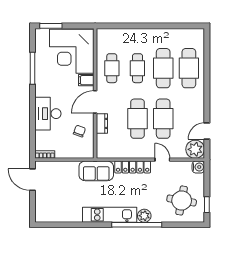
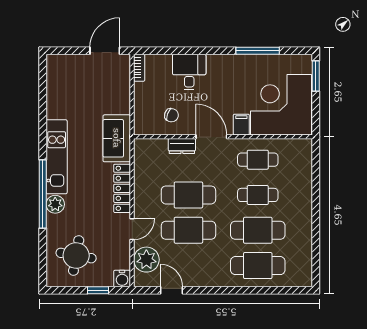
desk: (48, 114) -> (189, 72), width x0.73
plant: (195, 149) -> (146, 260), moved
window: (207, 205) -> (98, 290), moved

